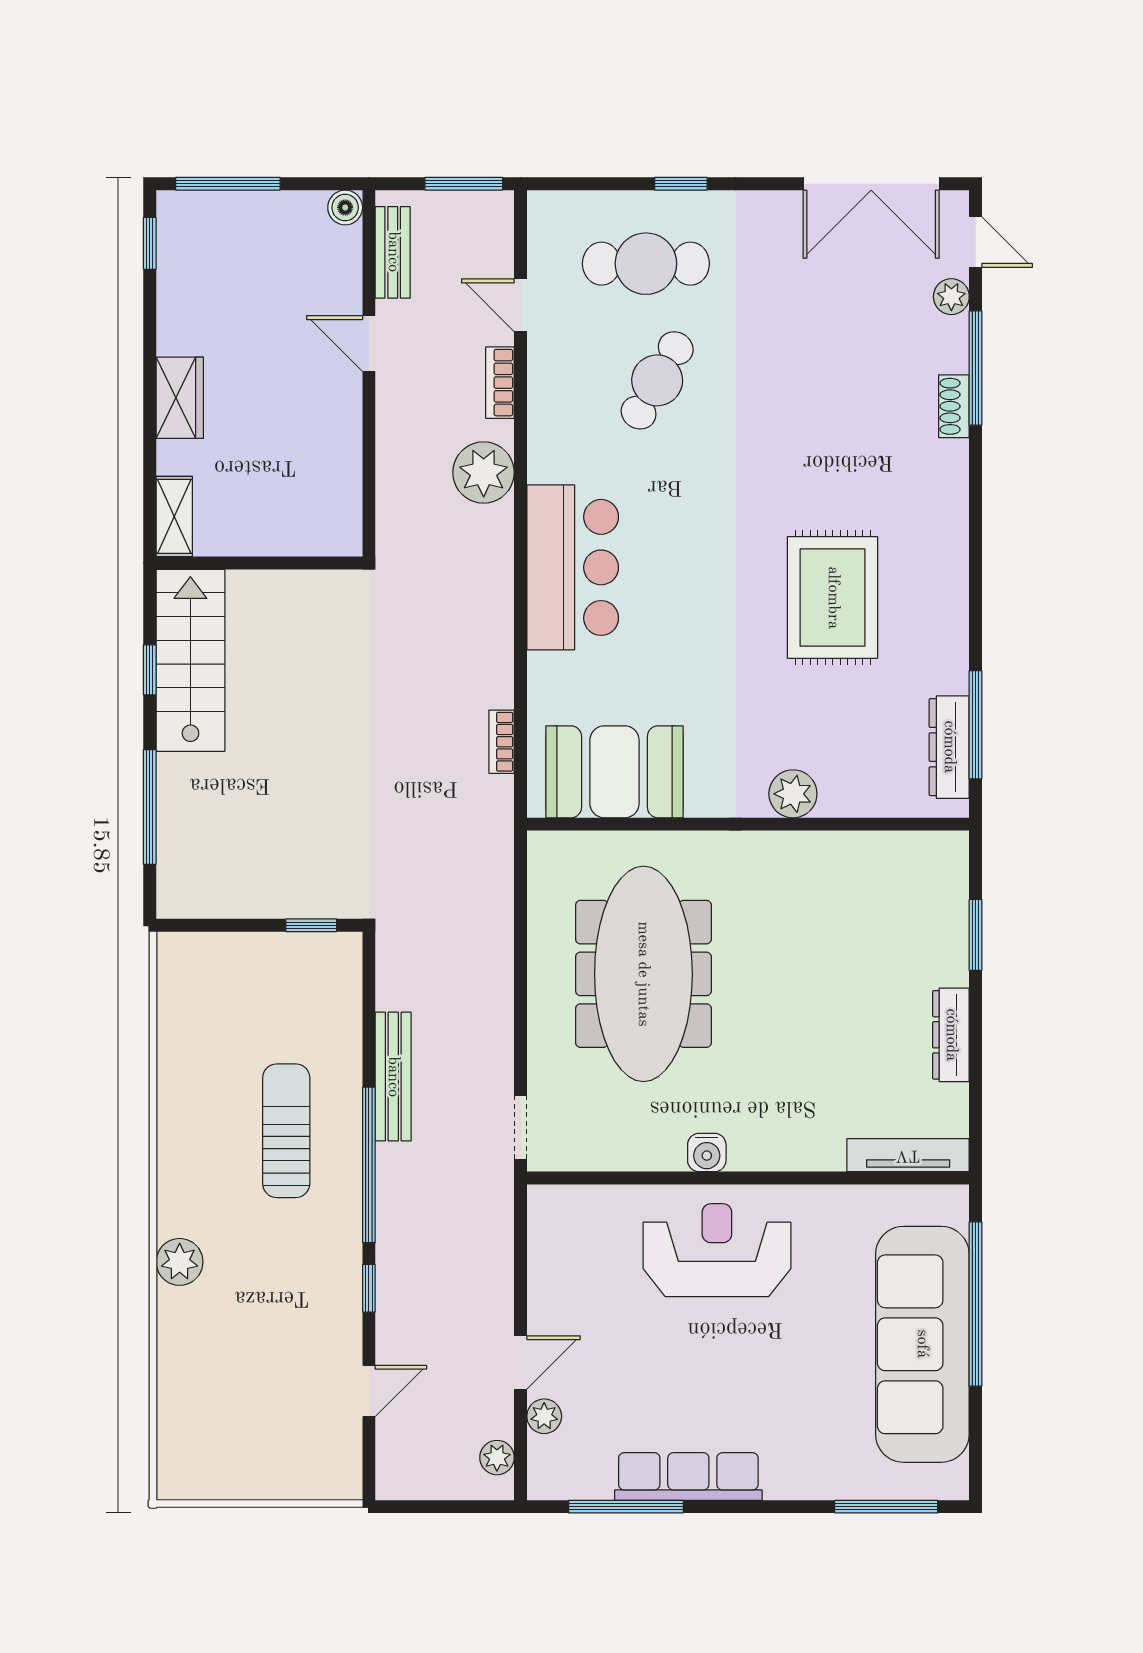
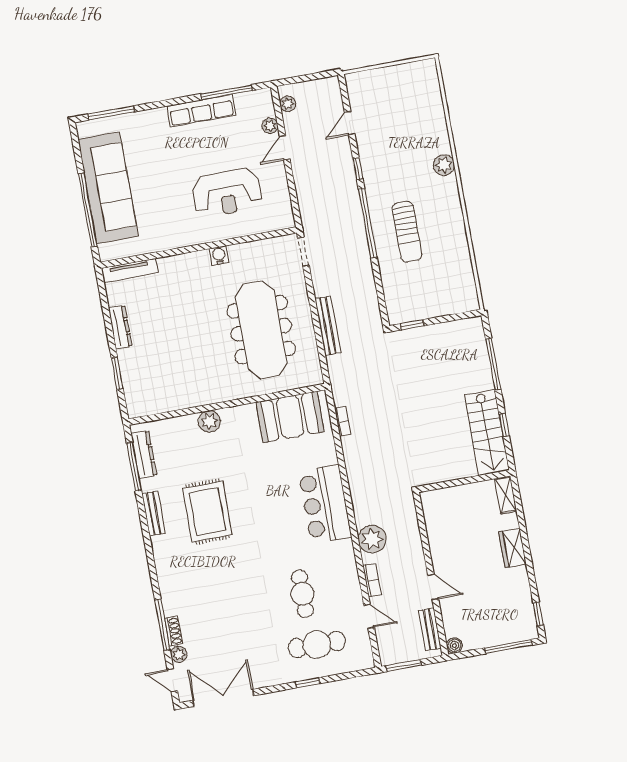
cafe table: (657, 380) -> (302, 594), turned -30
shoe rack: (954, 406) -> (173, 631), moved
bench: (951, 614) -> (154, 513), added
bench: (393, 1077) -> (328, 326), moved
reception desk: (717, 1250) -> (227, 193), moved

